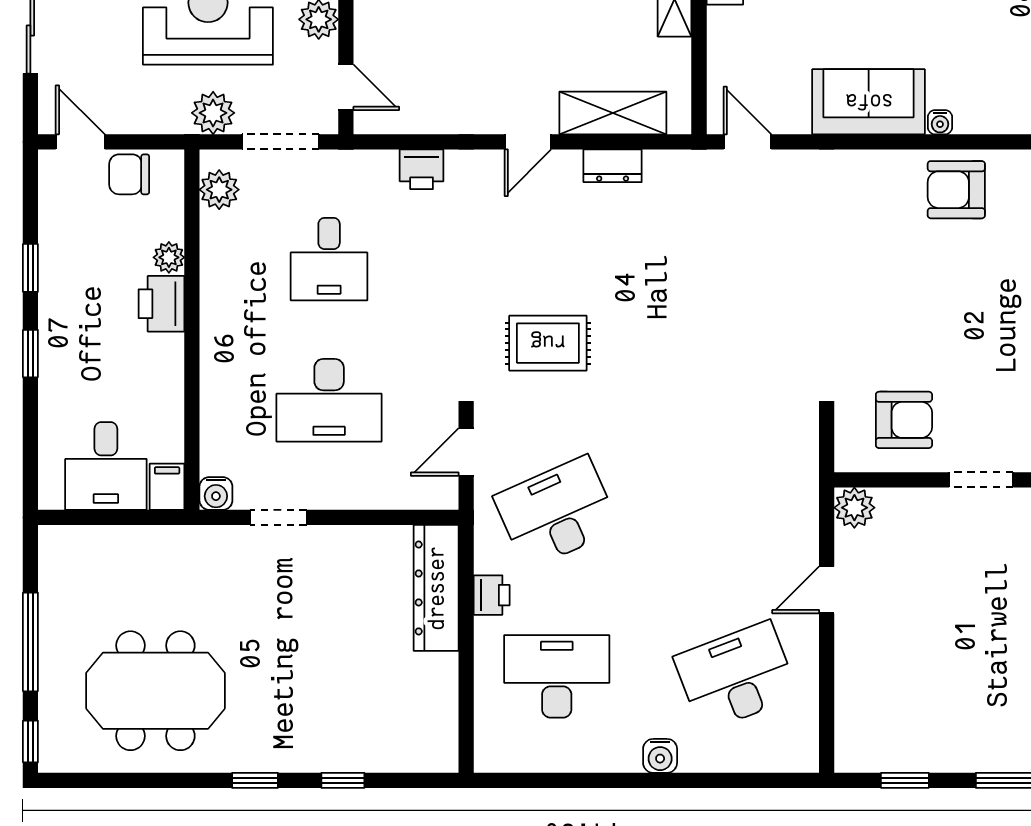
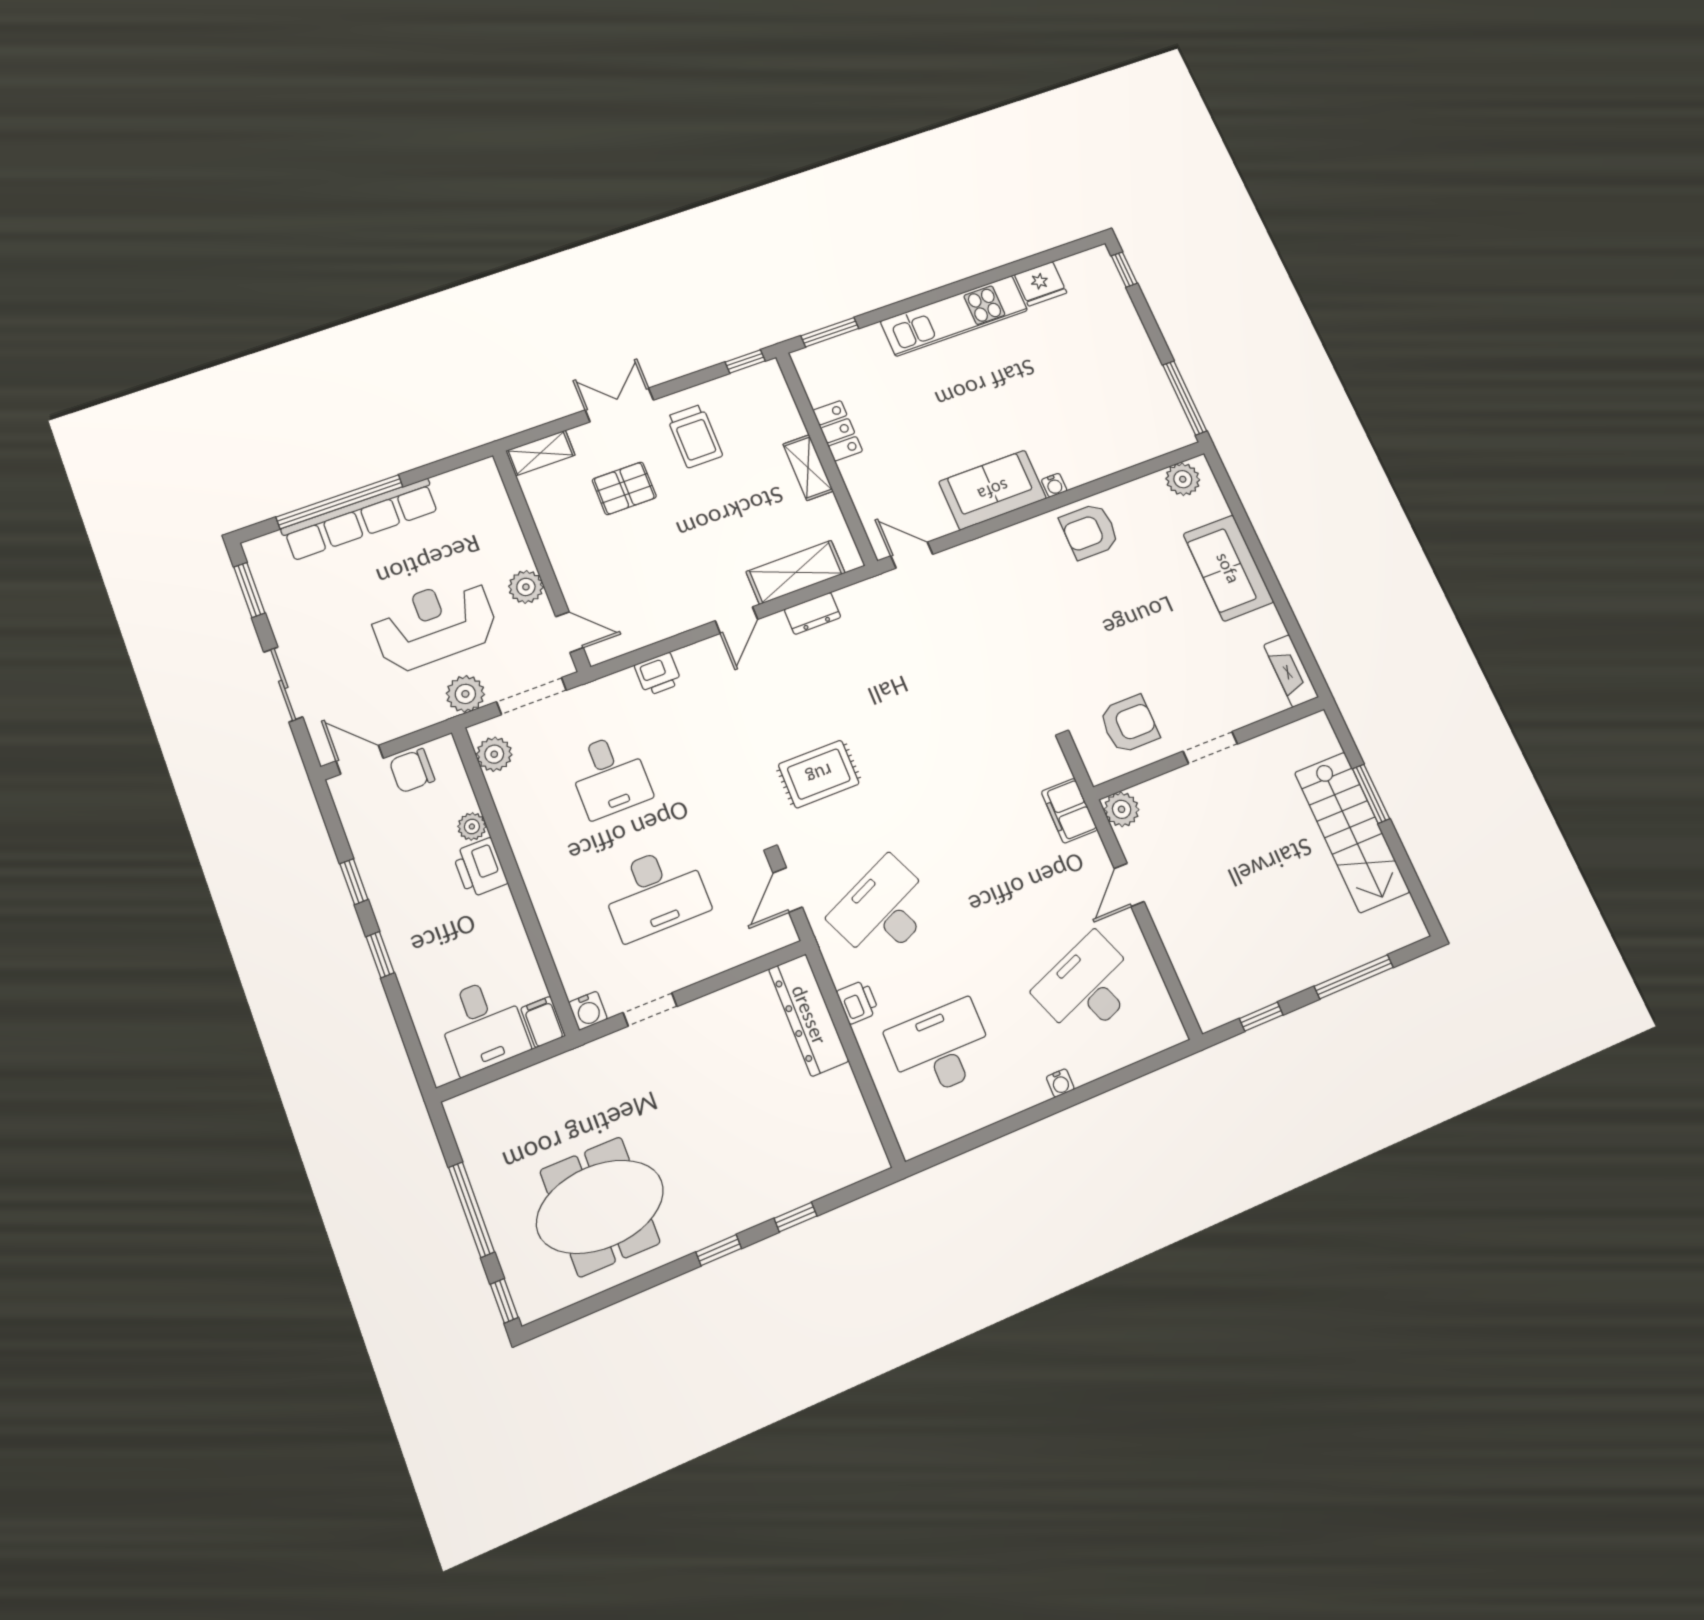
filing cabinet: (798, 487) -> (1069, 811), added
water cooler: (660, 756) -> (1060, 1083), width x0.72, depth x0.72

